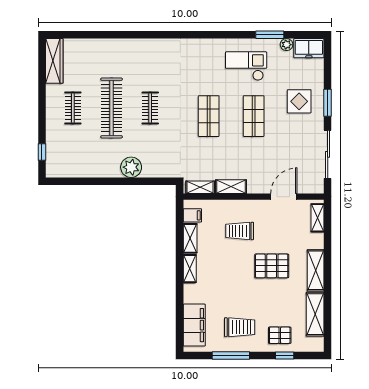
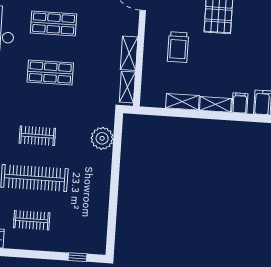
plant: (131, 167) -> (102, 138), moved
filing cabinet: (192, 215) -> (240, 103), moved

